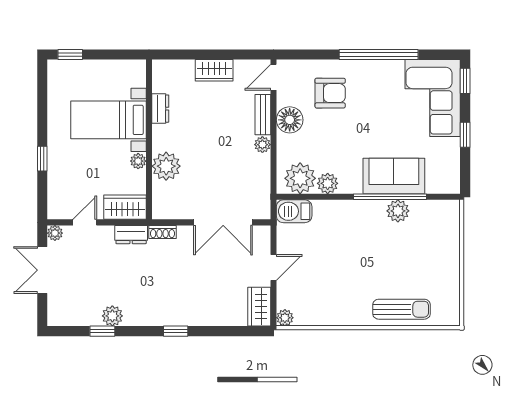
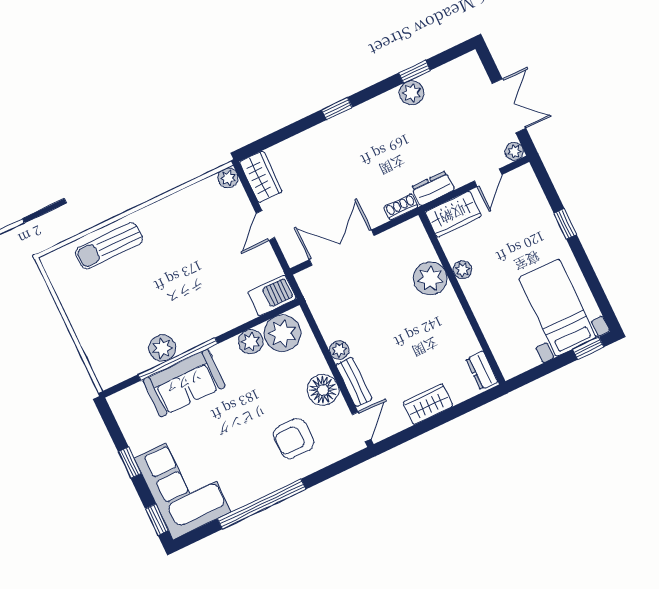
dresser: (160, 109) -> (482, 371), moved
bed with nightstands: (108, 120) -> (558, 308), moved, turned -90

